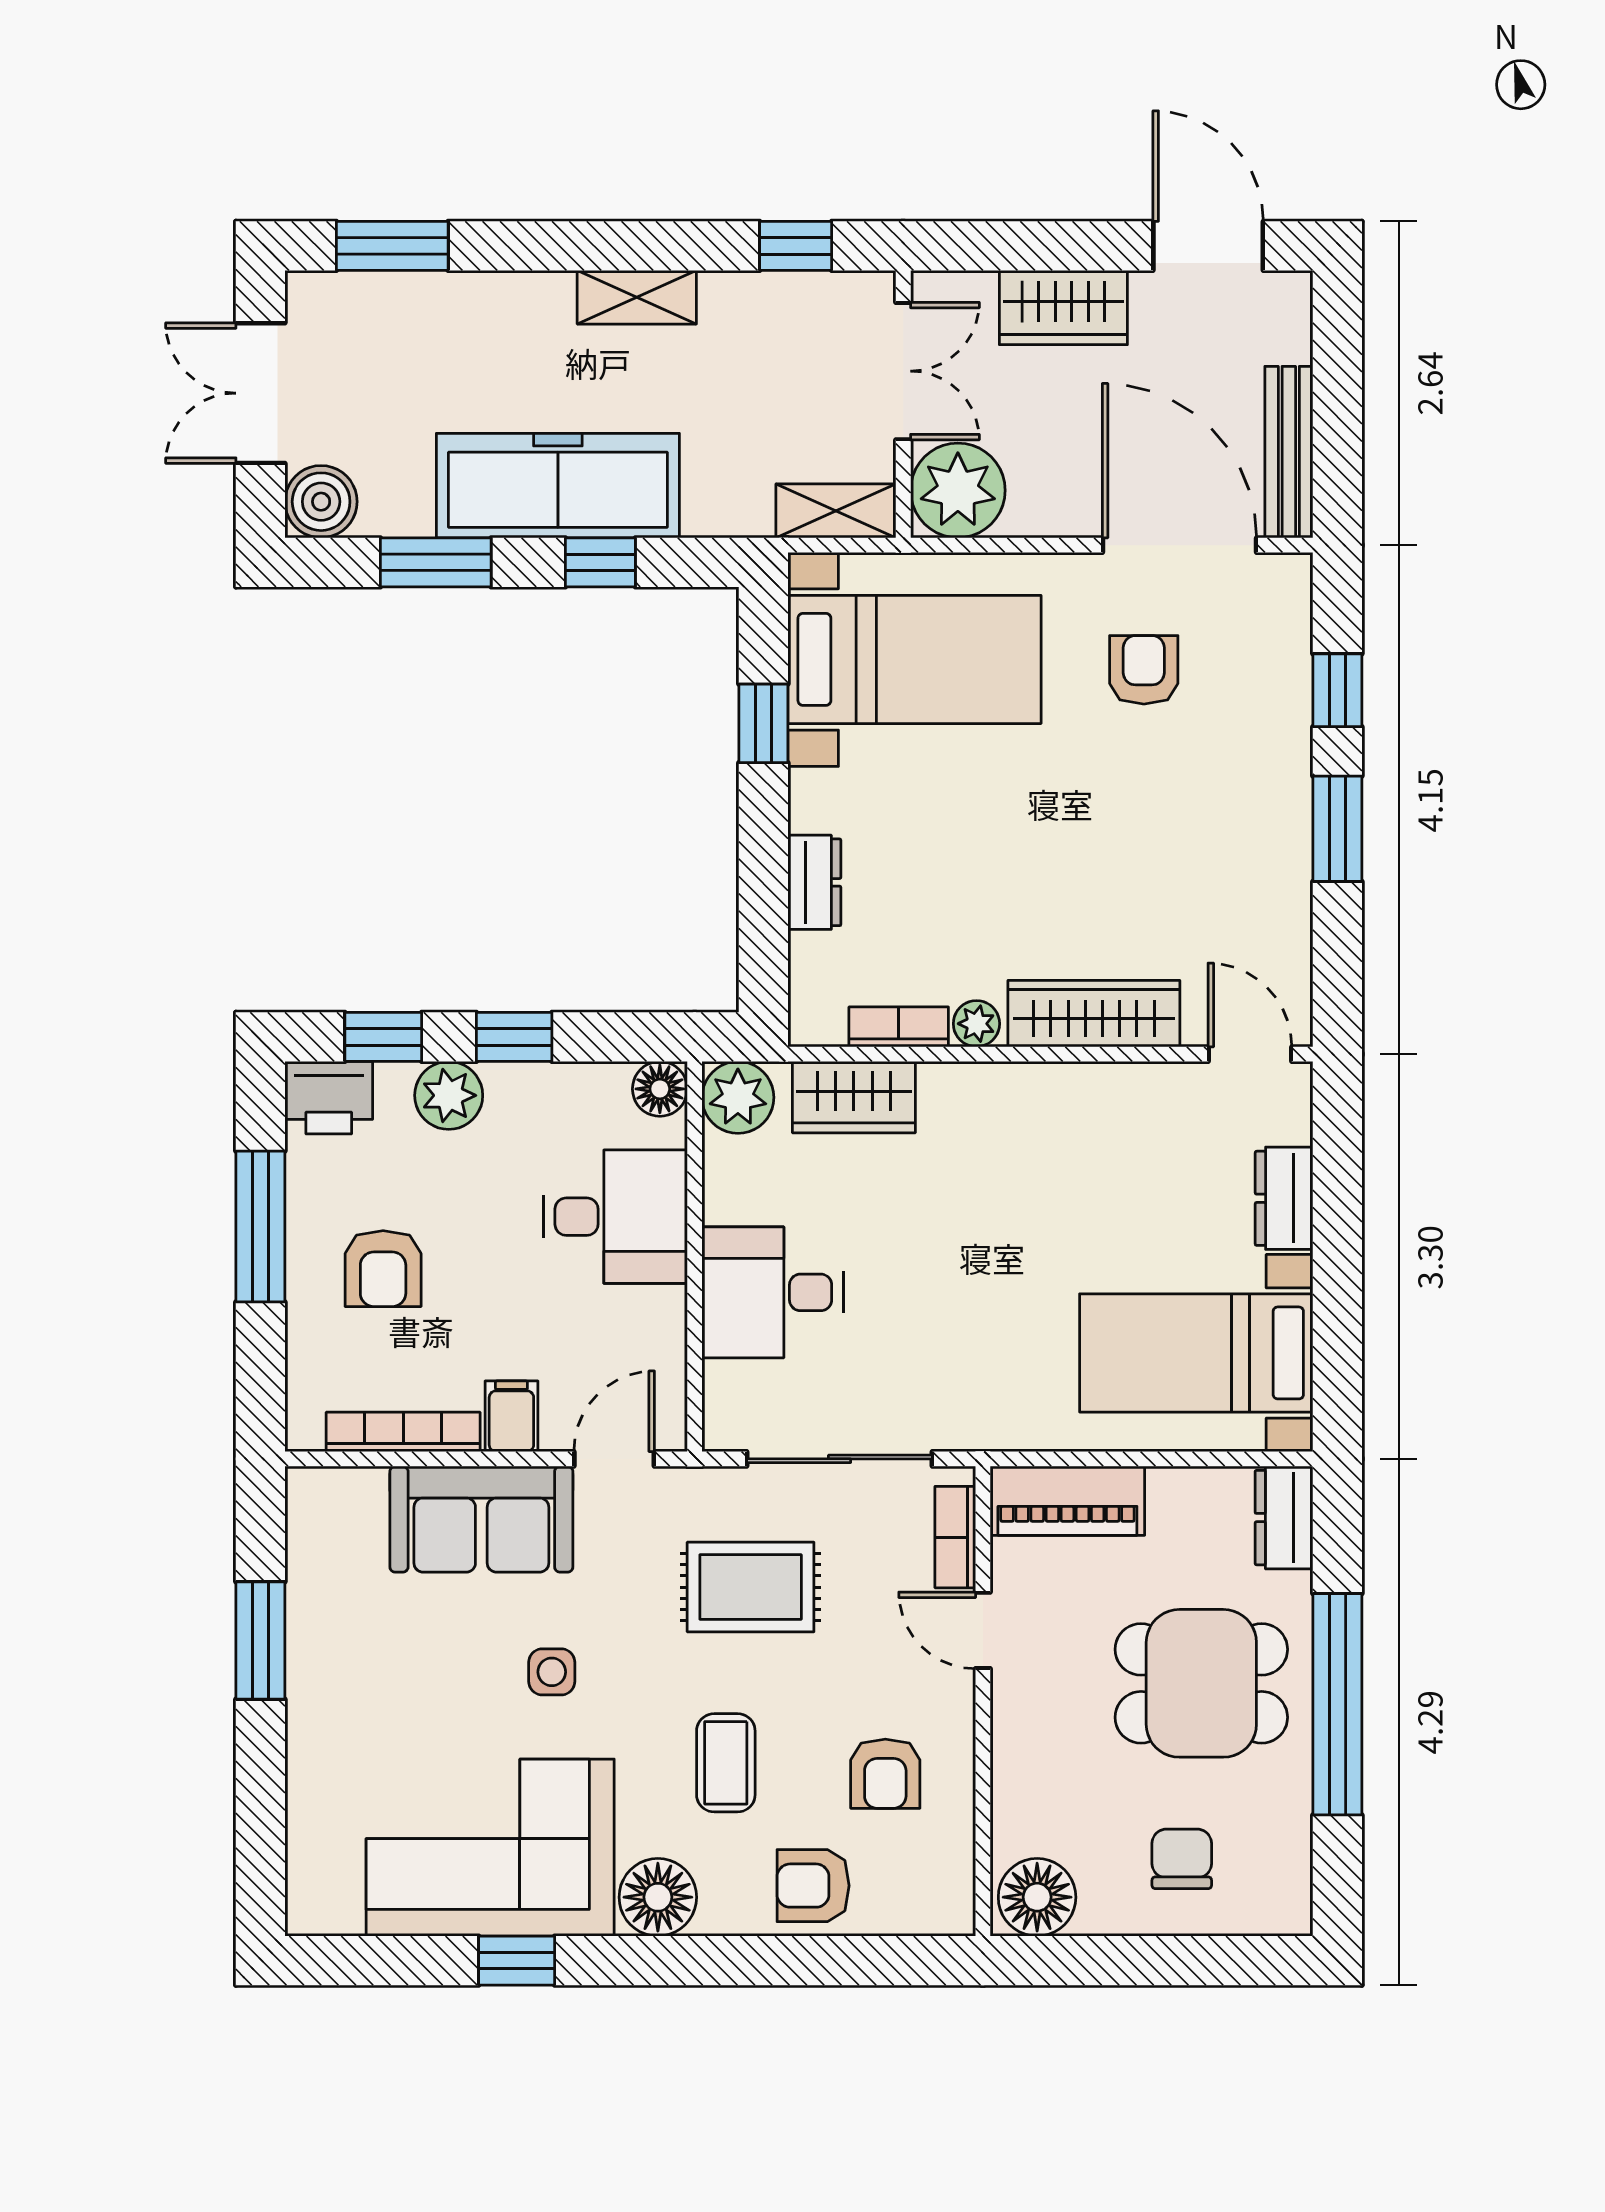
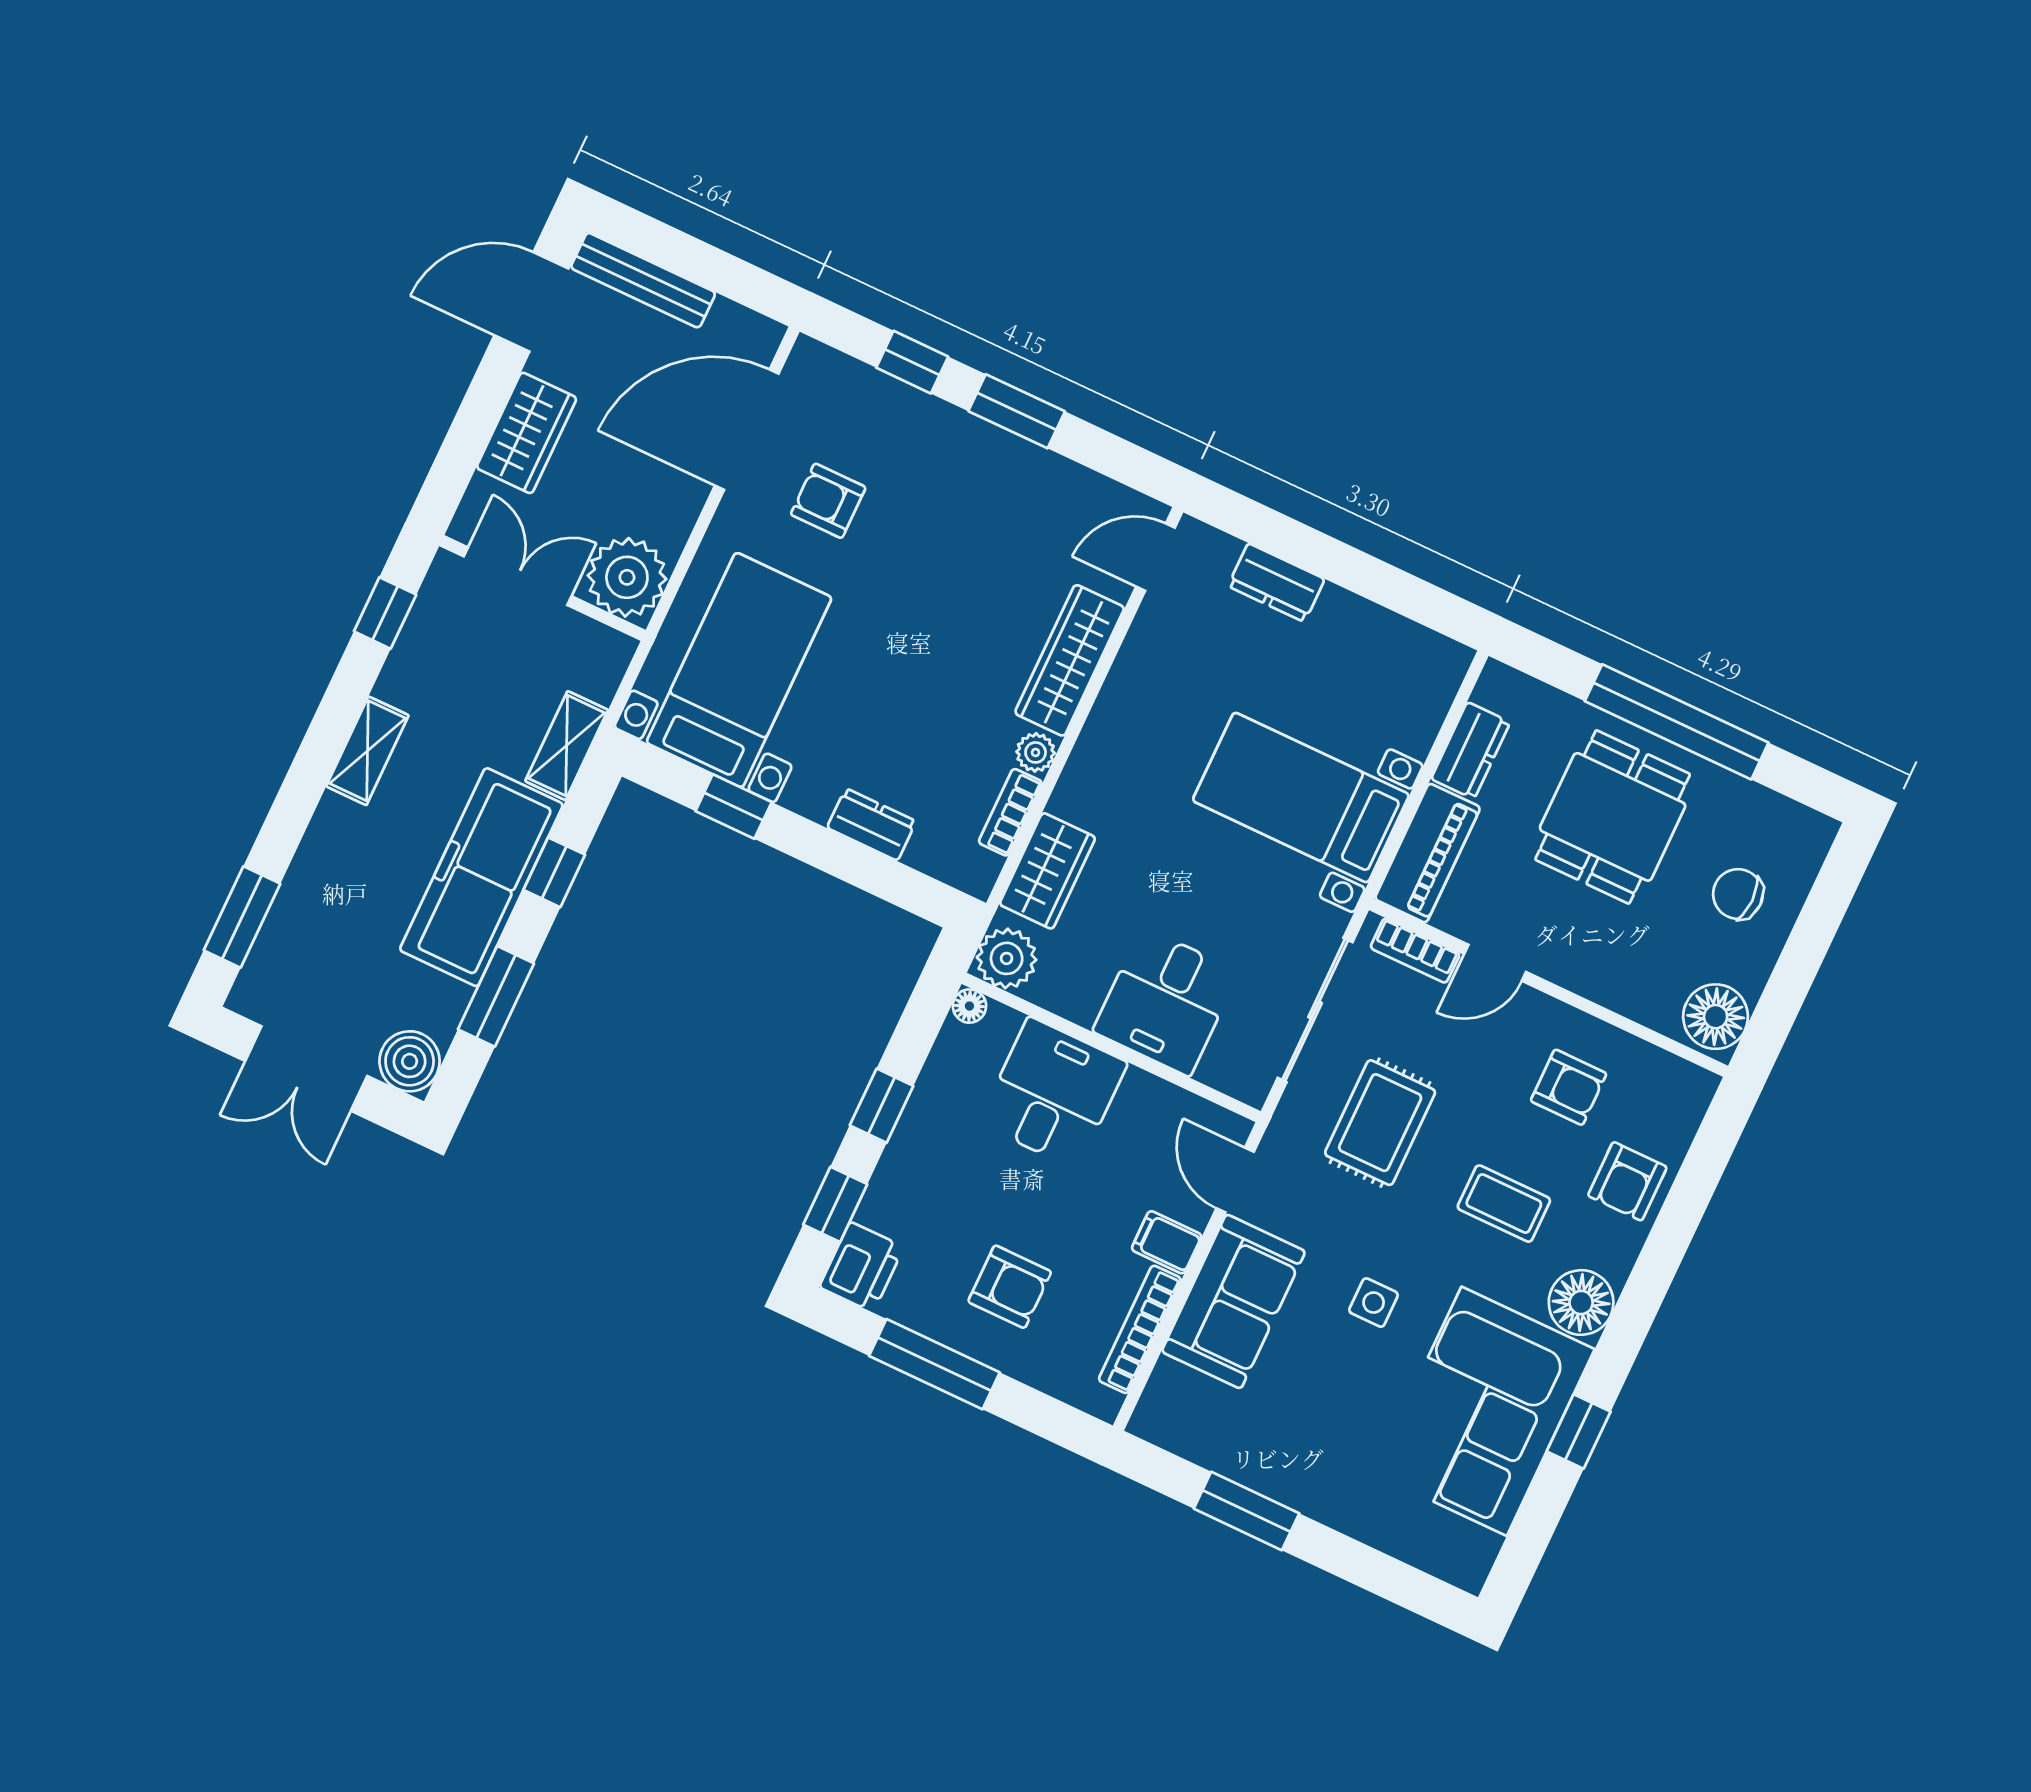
bench: (1289, 452) -> (643, 280), moved
shelving: (836, 511) -> (567, 746), moved
floor lamp: (660, 1089) -> (969, 1006), width x0.73, depth x0.73
plant: (449, 1095) -> (902, 1176), removed
bed with nightstands: (1196, 1353) -> (1301, 798), moved, turned 90
dresser: (1284, 1518) -> (1471, 750), moved, turned -90

